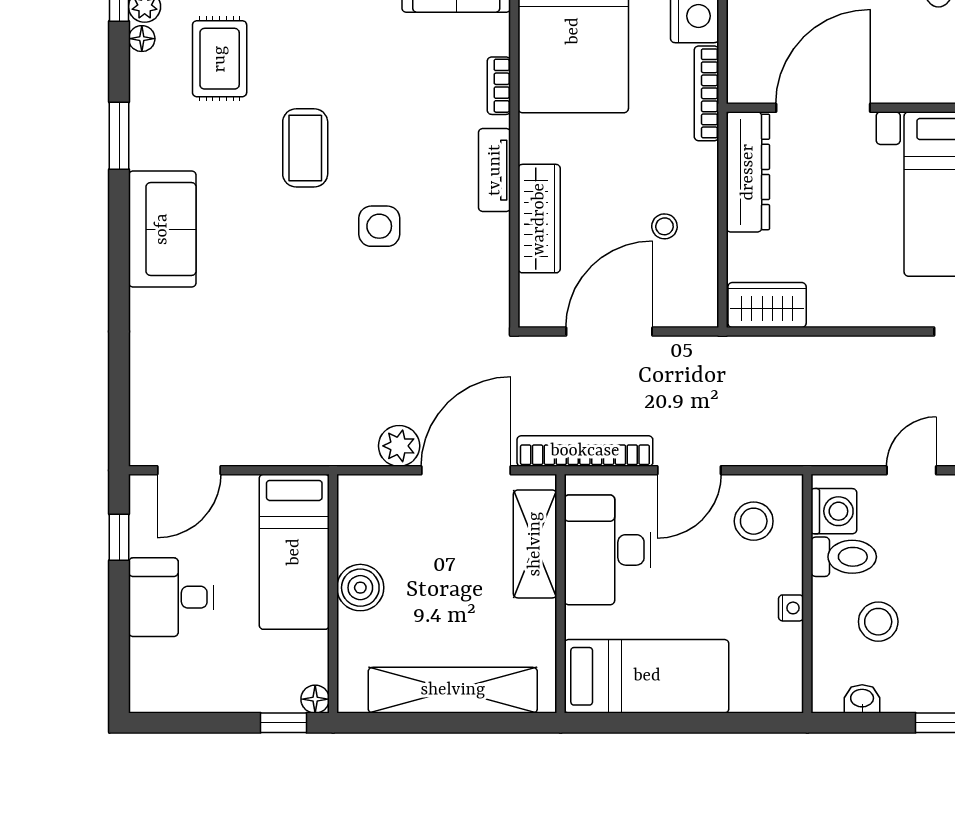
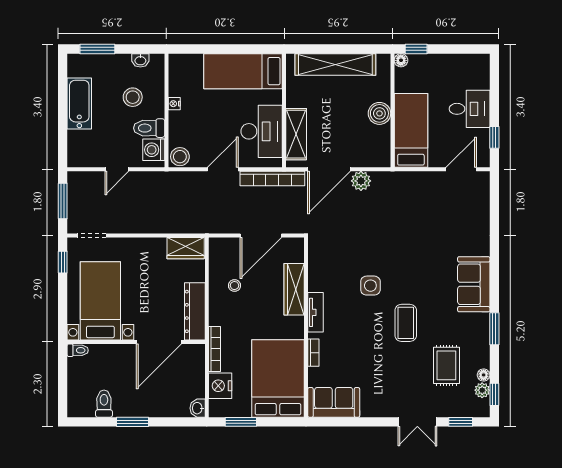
stool: (754, 521) -> (180, 157), moved

